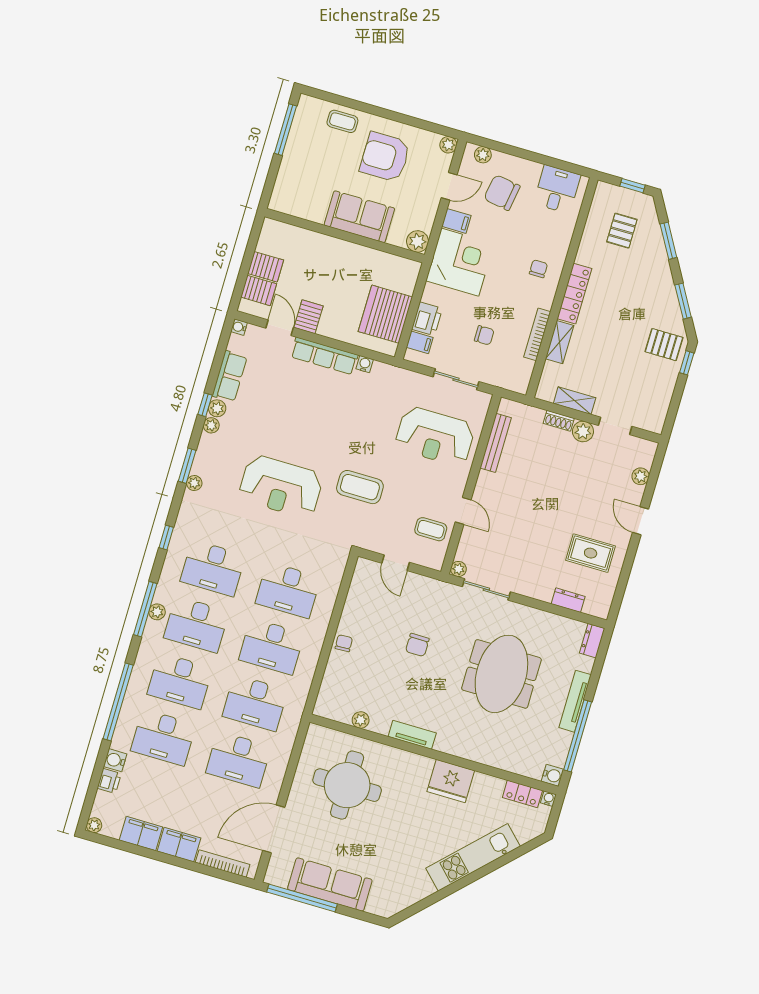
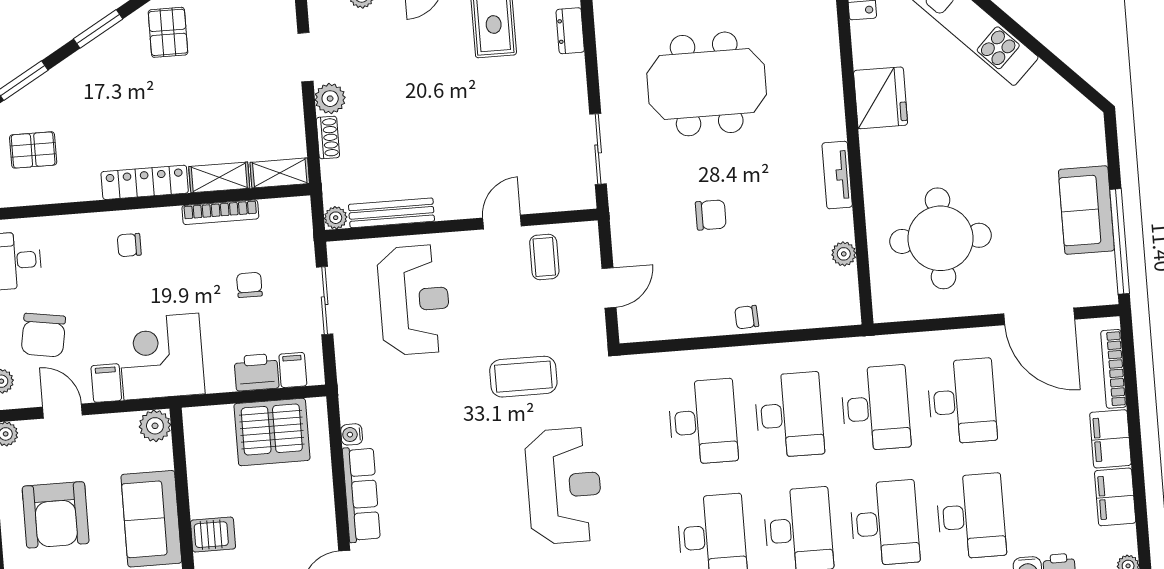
server rack: (309, 317) -> (213, 535), moved, turned 180
shelving: (575, 401) -> (280, 173), moved, turned 90
coffee table: (360, 487) -> (523, 377), turned 90
plant: (458, 569) -> (336, 218), moved
sofa: (330, 884) -> (1086, 210), width x0.73

